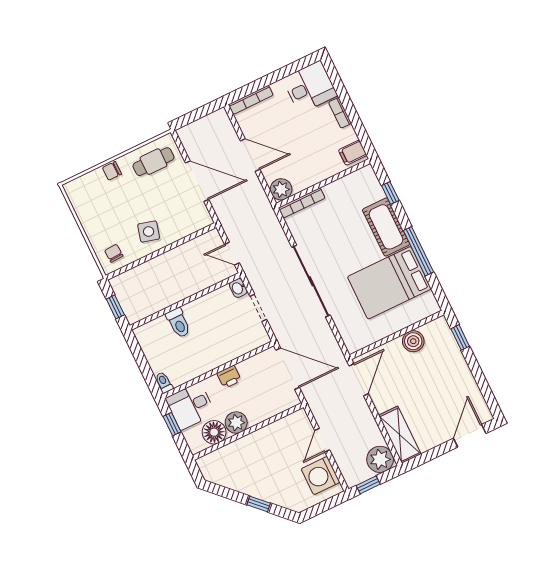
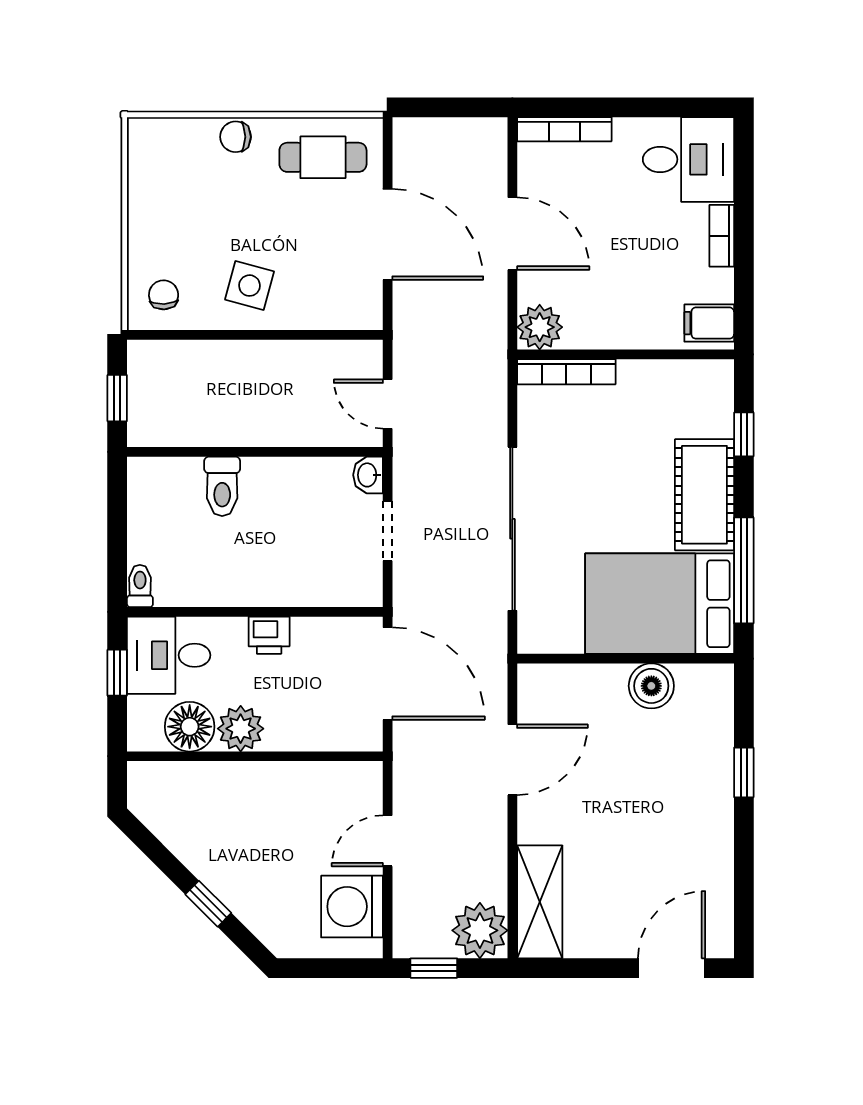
wall: (397, 335) -> (626, 659), moved
boiler: (413, 341) -> (651, 686), moved

